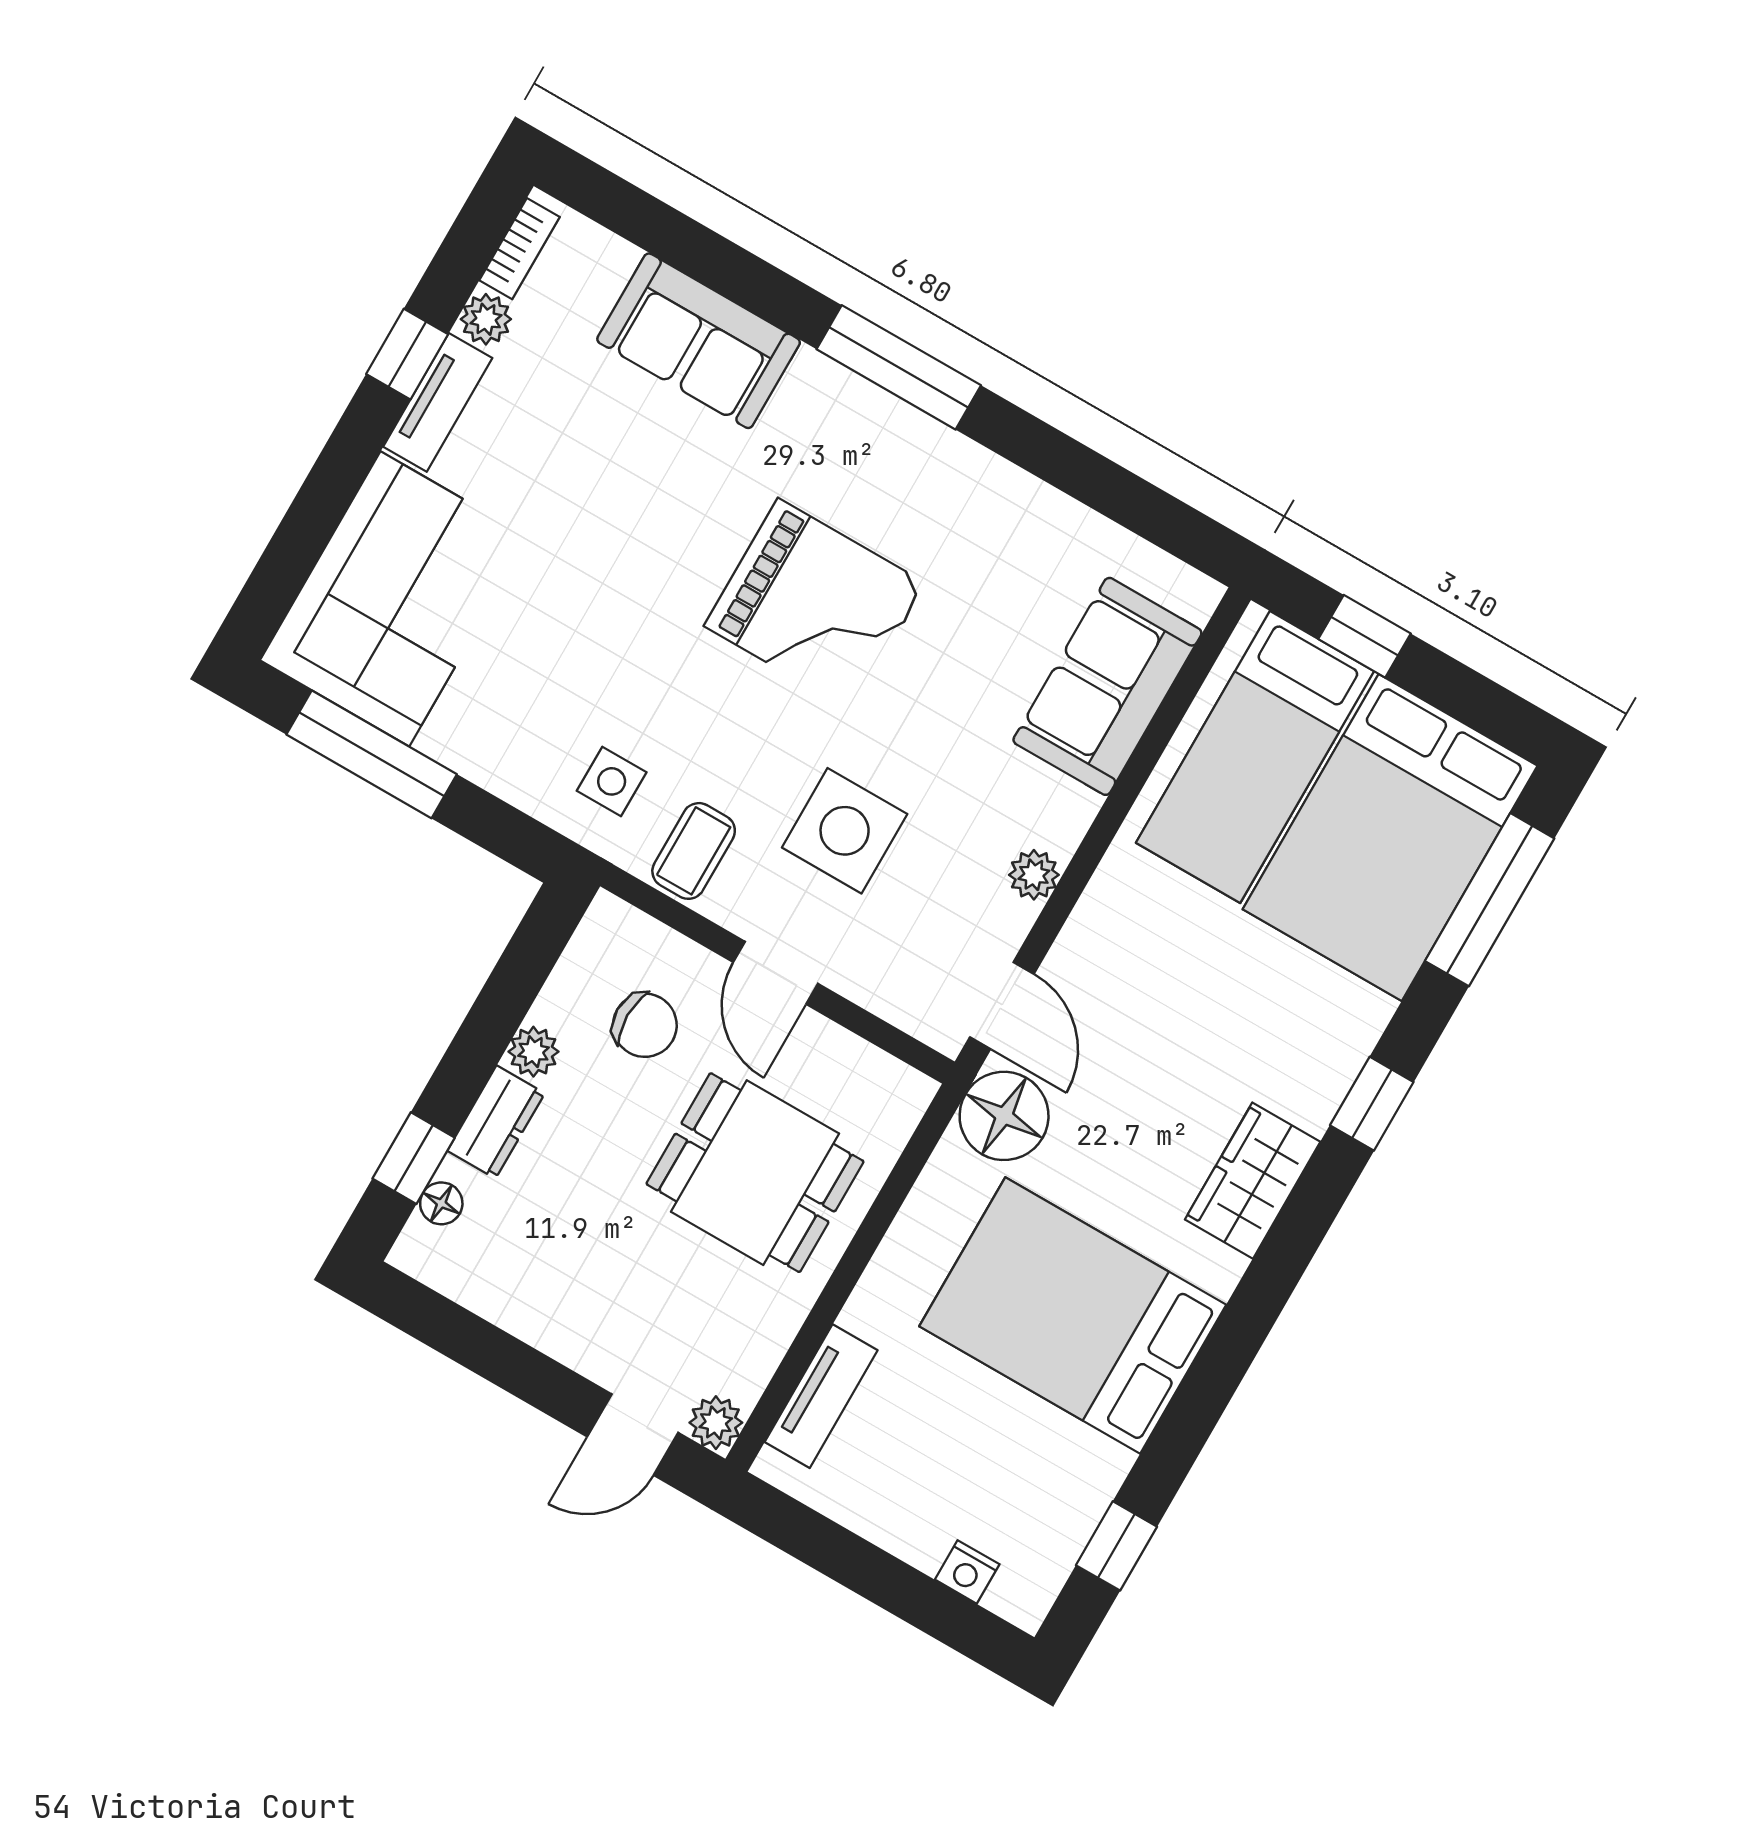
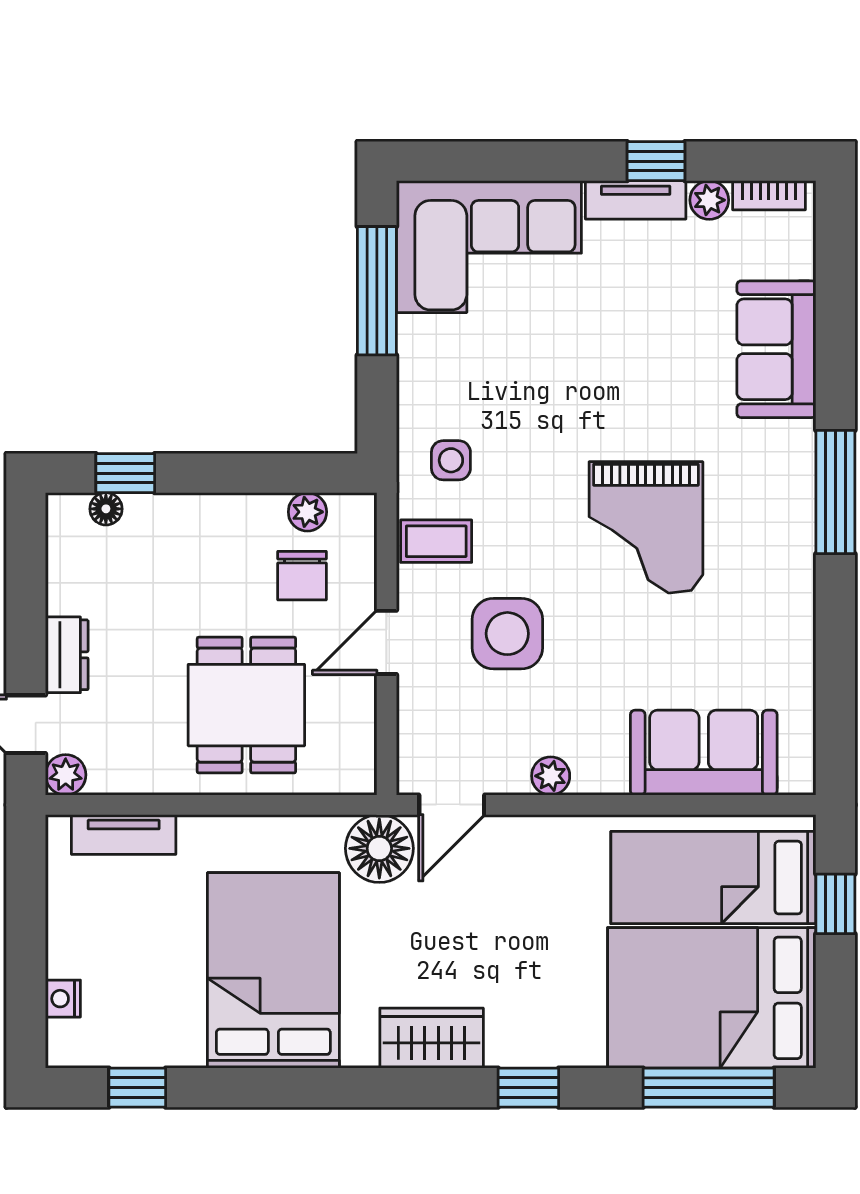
plant: (533, 1052) -> (307, 512), moved
dresser: (496, 1122) -> (67, 655), moved, turned -90

